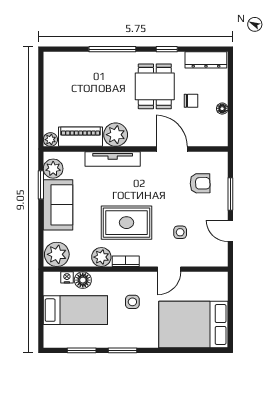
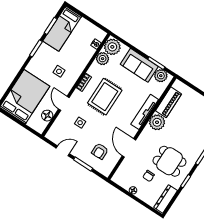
plant: (50, 140) -> (178, 85), removed
door: (172, 149) -> (129, 148), swing flipped
plant: (101, 257) -> (103, 59), moved
floor lamp: (83, 280) -> (47, 116), moved
bed: (75, 310) -> (62, 29), moved

